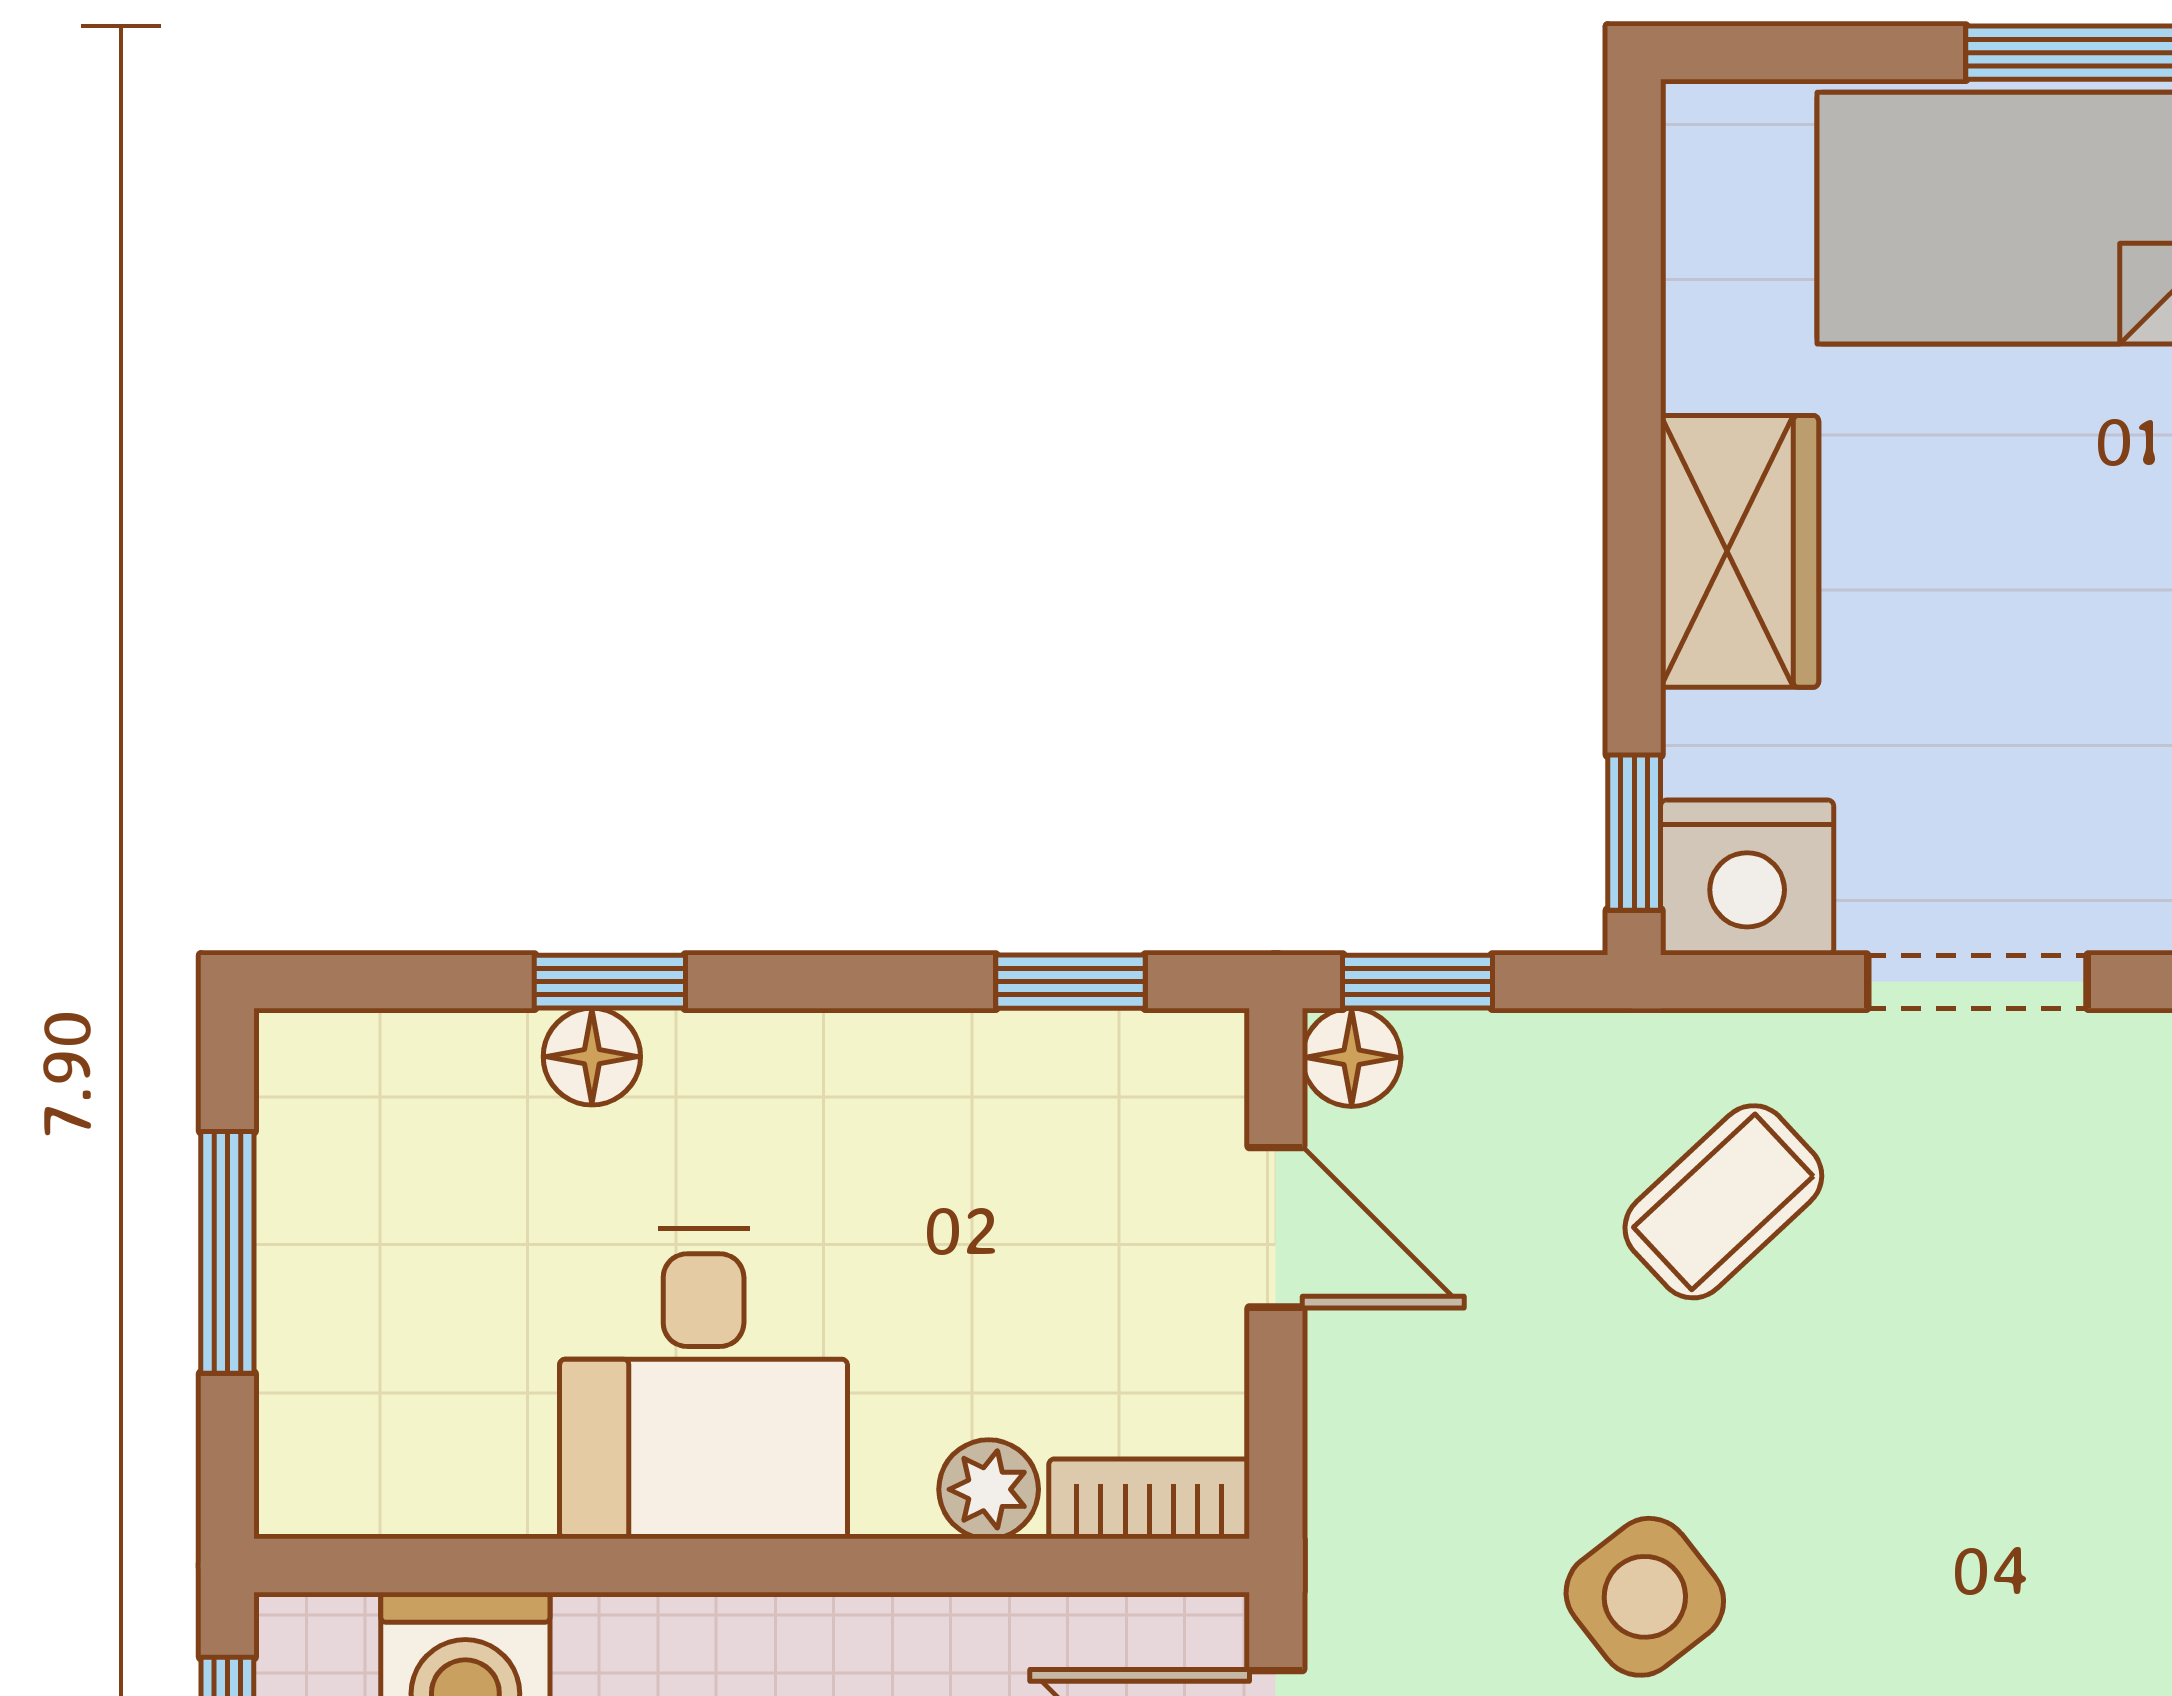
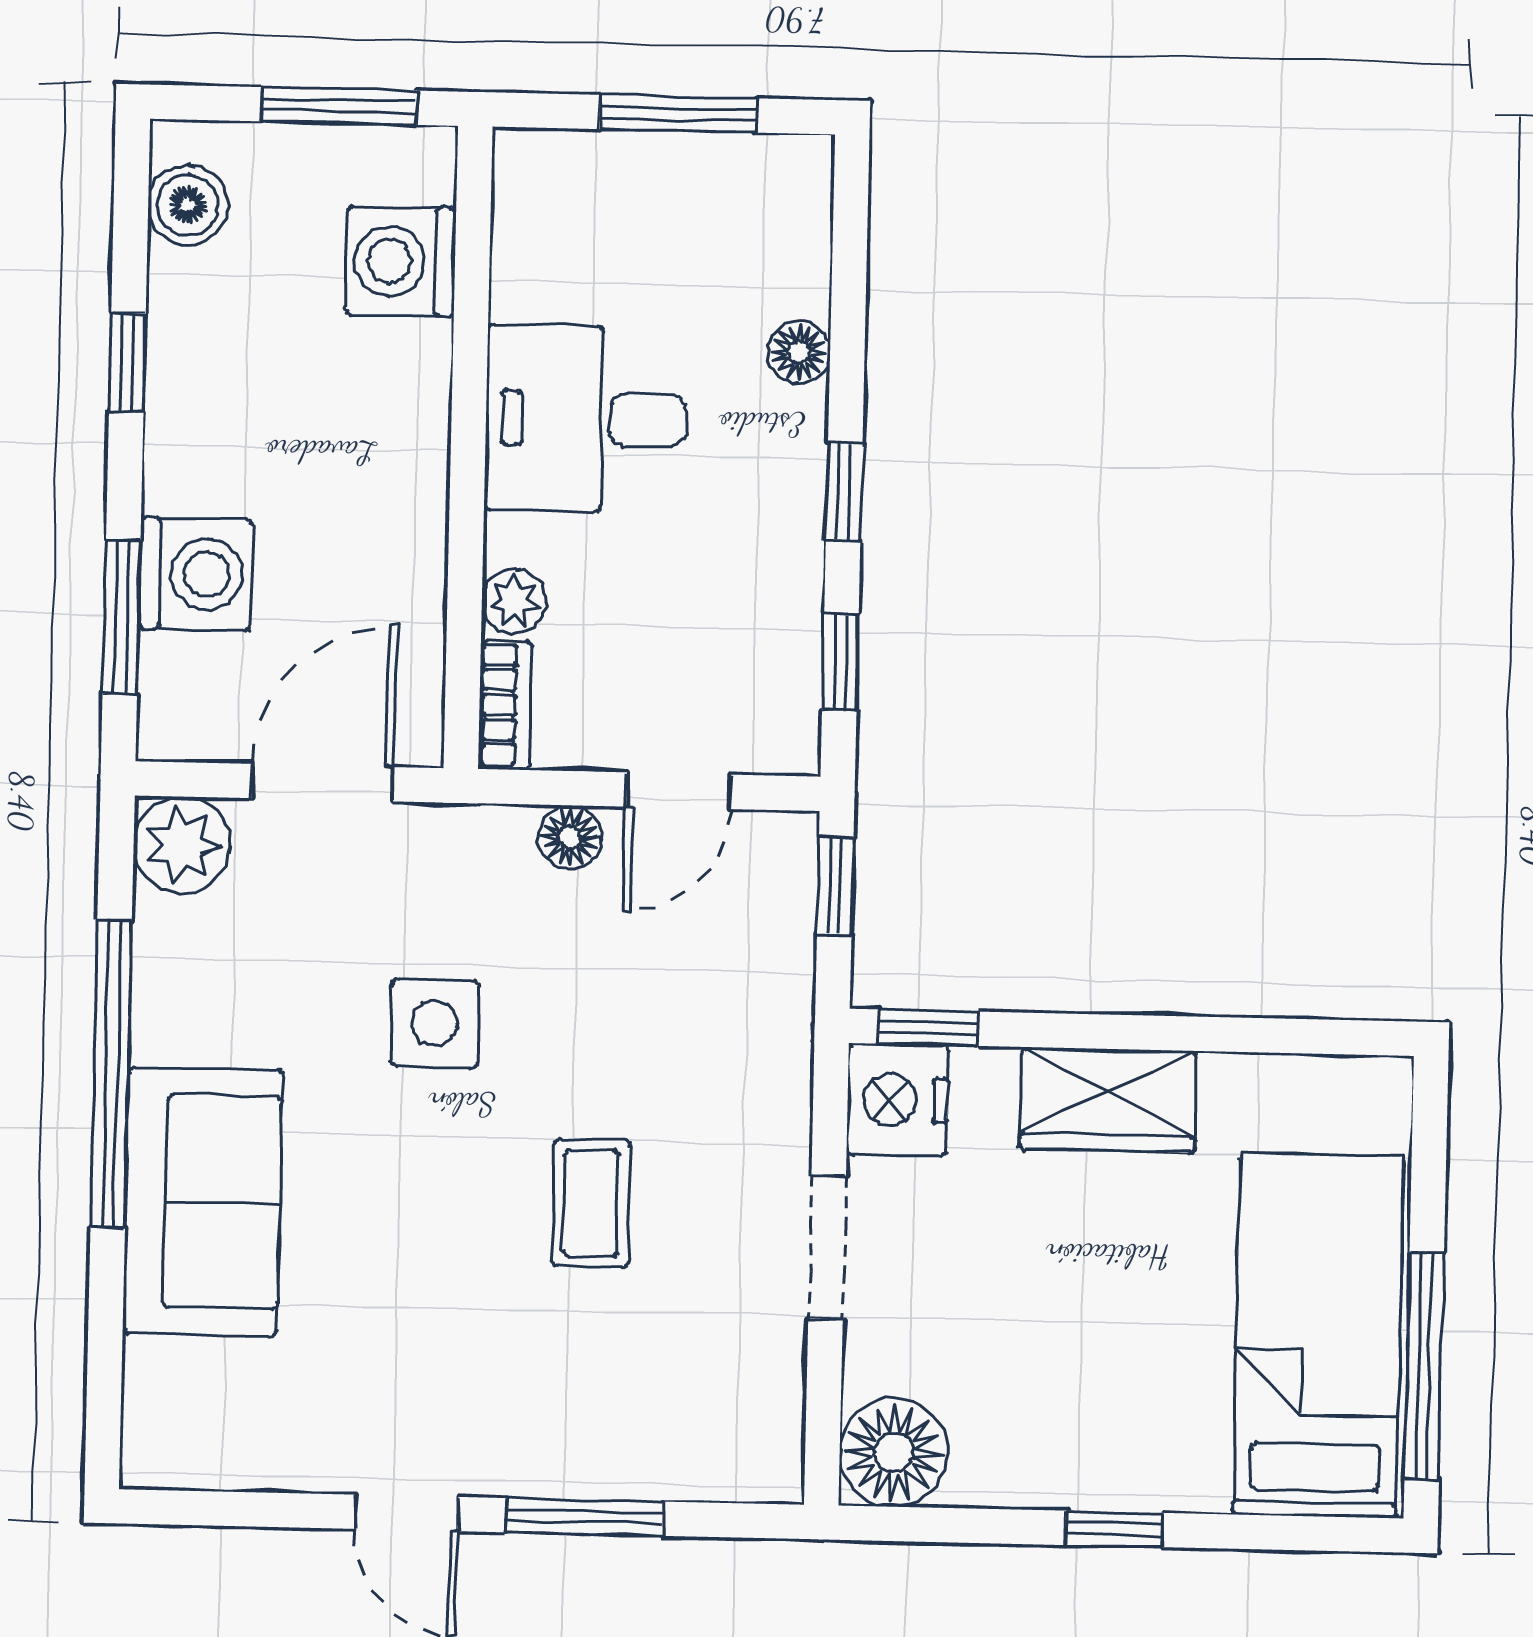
window: (610, 982) -> (844, 492), moved
floor lamp: (1352, 1057) -> (570, 837), moved
coffee table: (1723, 1202) -> (591, 1203), moved, turned 43
side table: (1645, 1597) -> (435, 1023), turned 38

